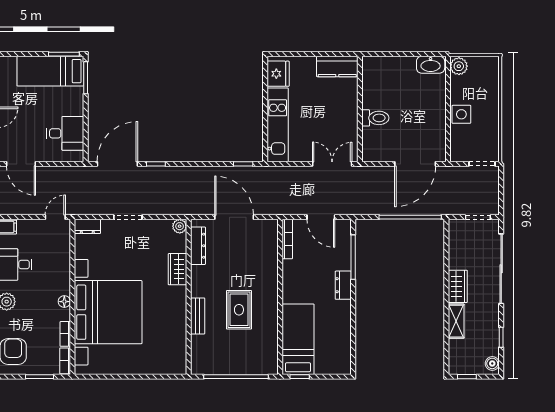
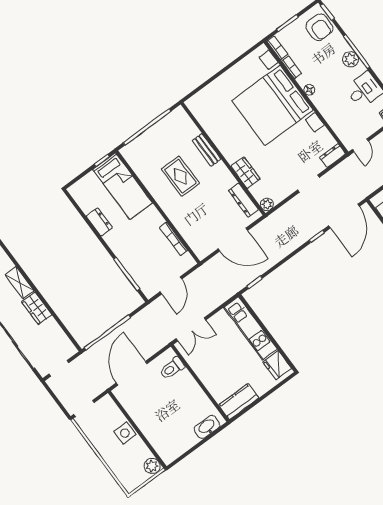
washbasin: (431, 65) -> (207, 427), moved
toilet: (375, 118) -> (172, 368), moved
door: (321, 217) -> (171, 285), swing flipped
bookcase: (287, 239) -> (174, 239), moved
dresser: (343, 285) -> (99, 222), moved

